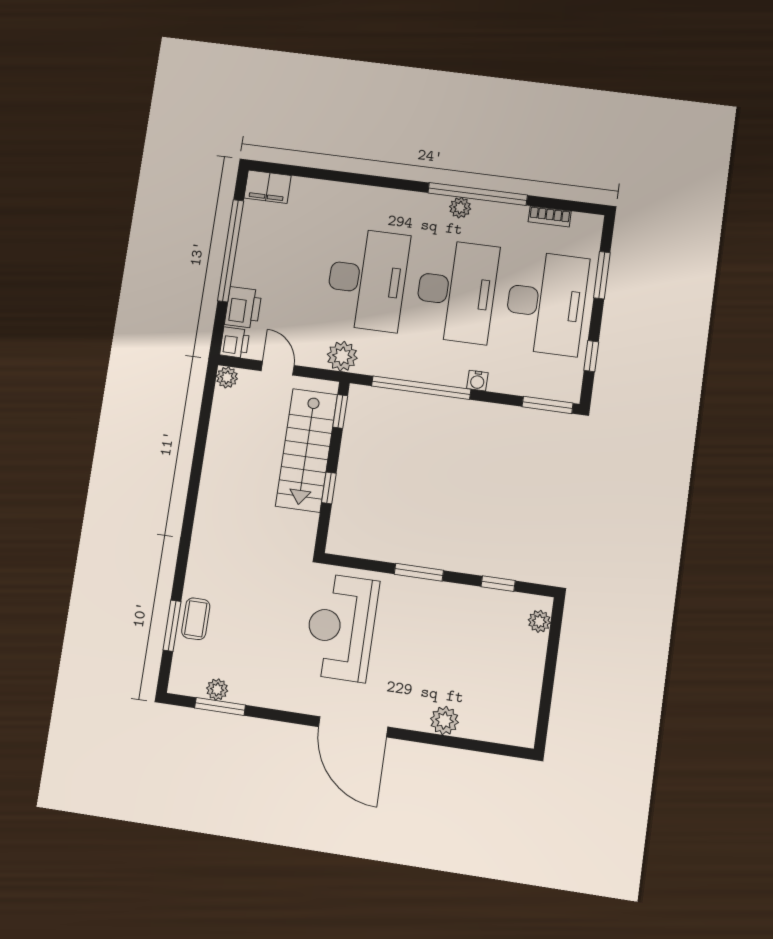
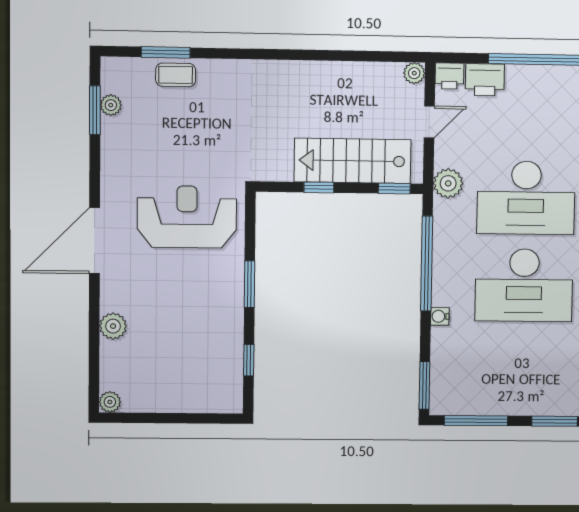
desk: (546, 303) -> (522, 372), removed
window: (591, 356) -> (476, 421), width x2.17
plant: (539, 621) -> (110, 402), moved

